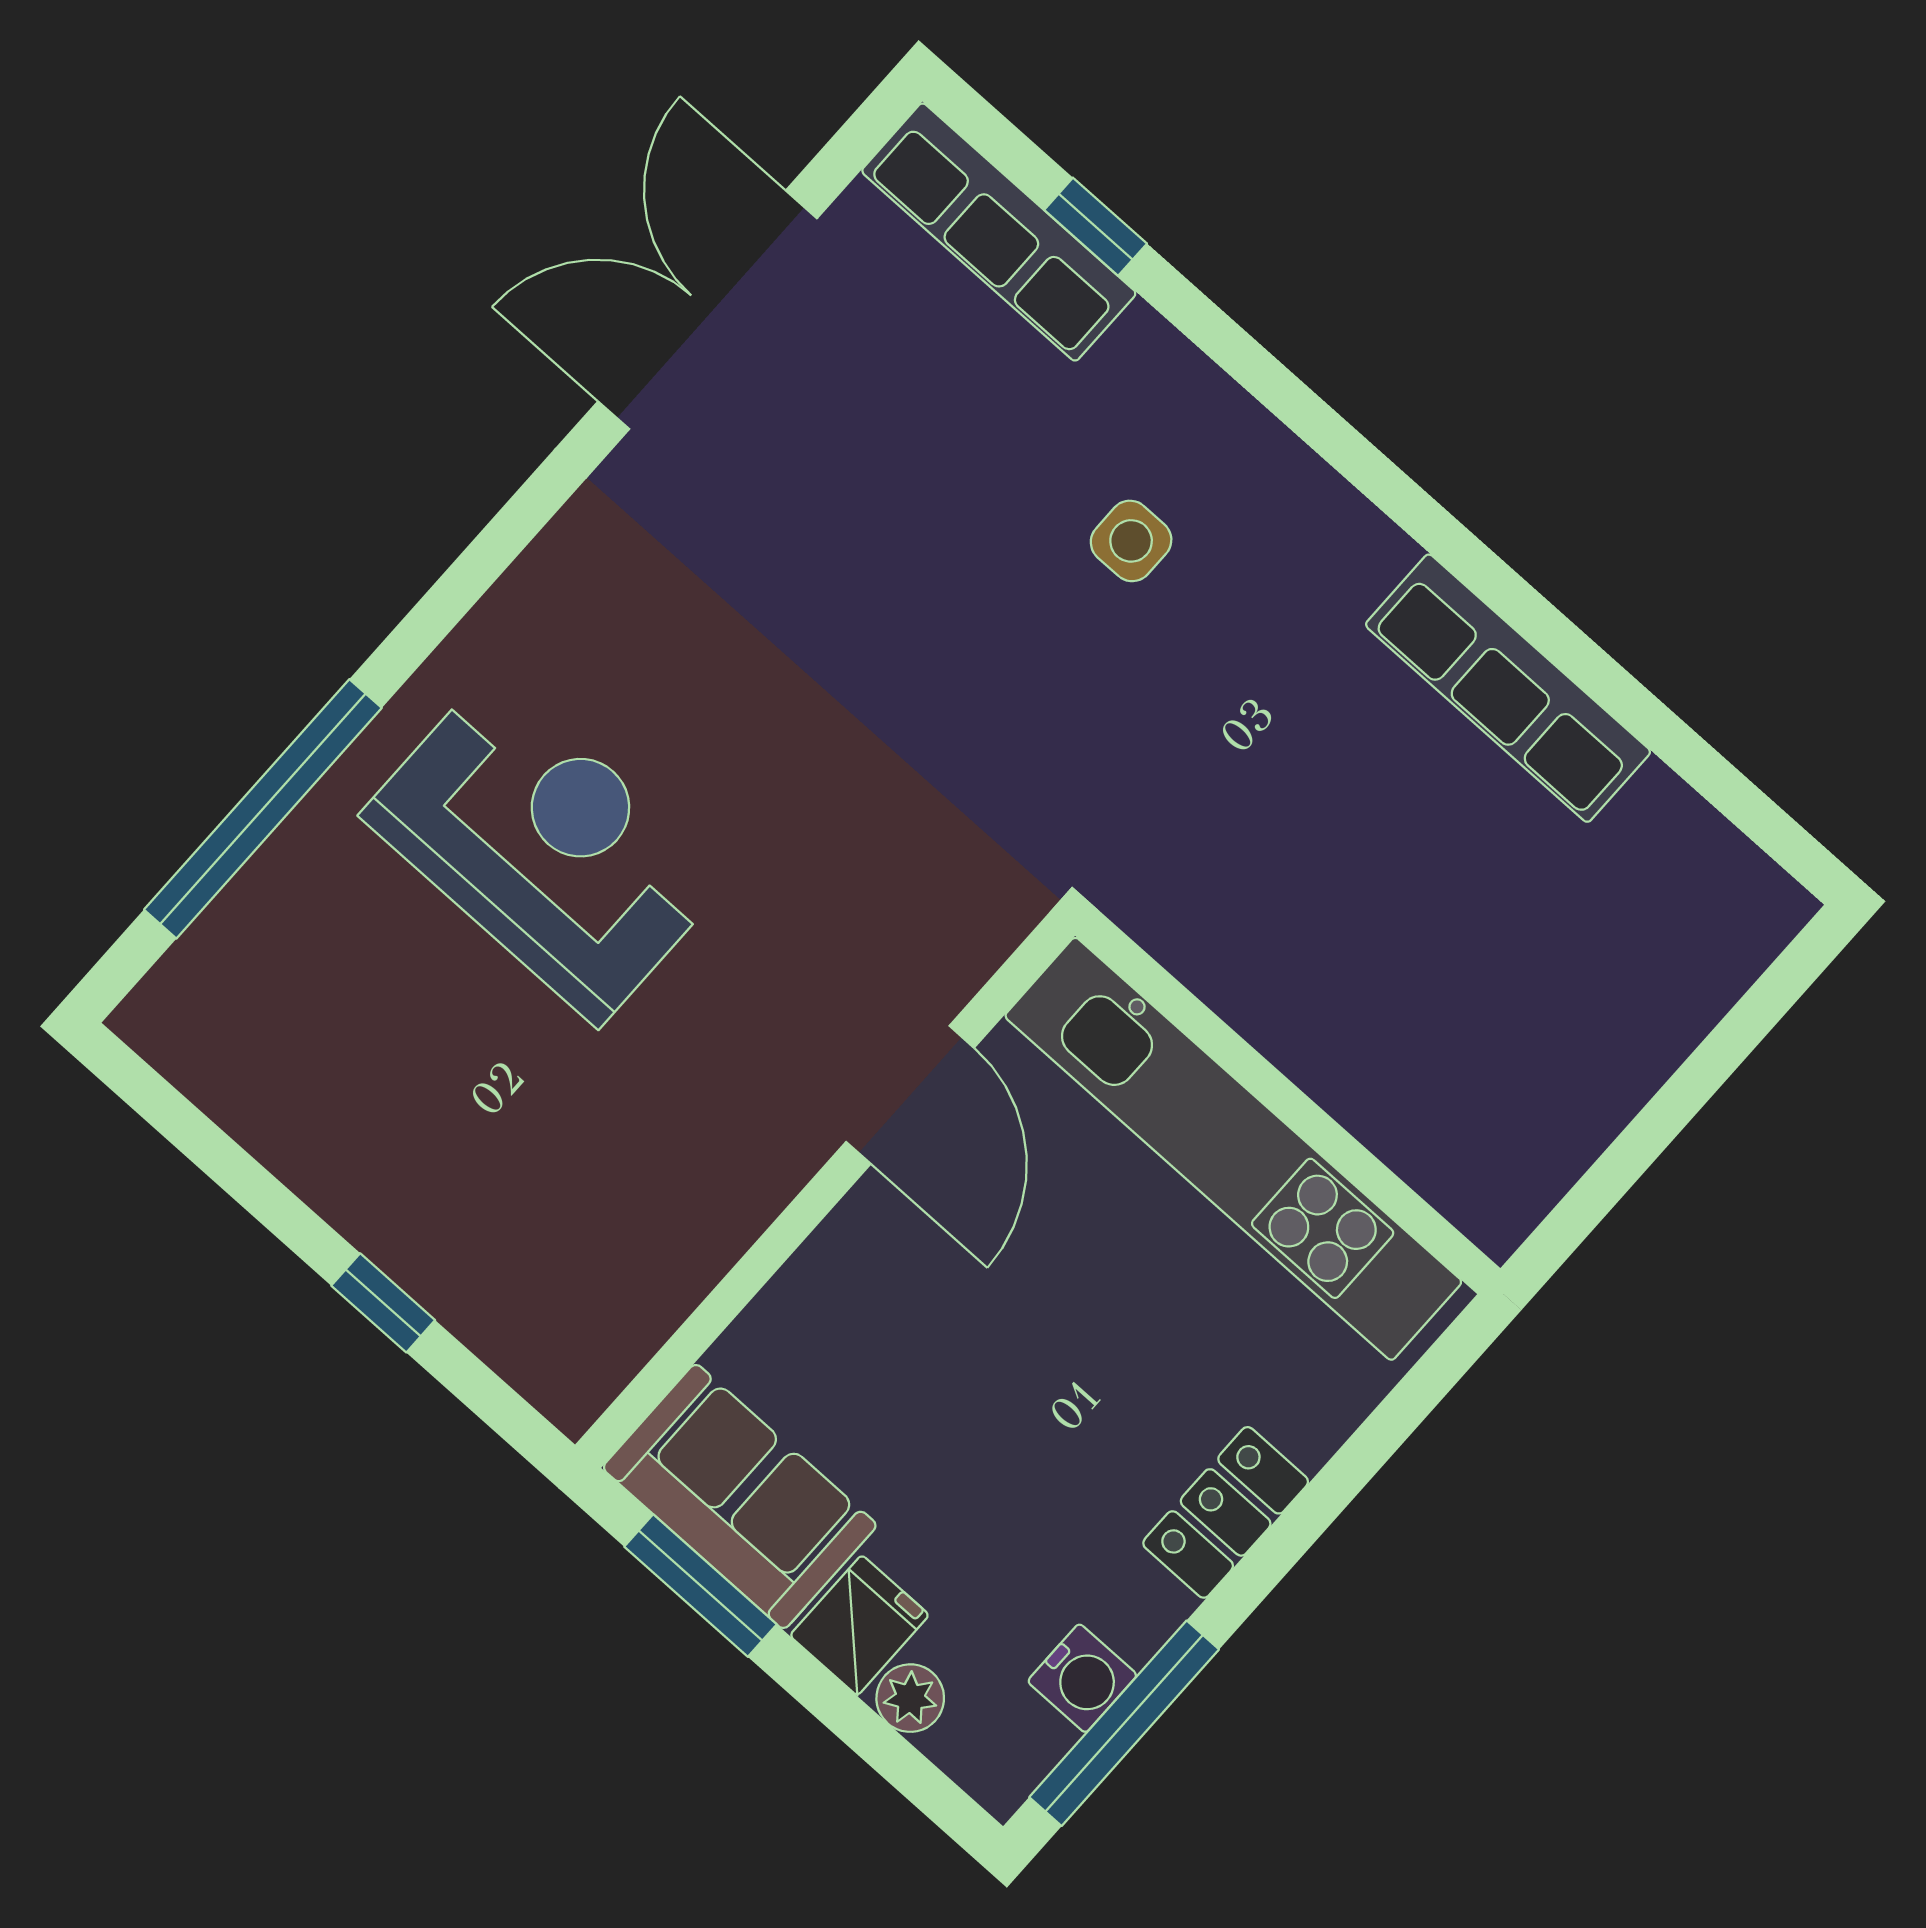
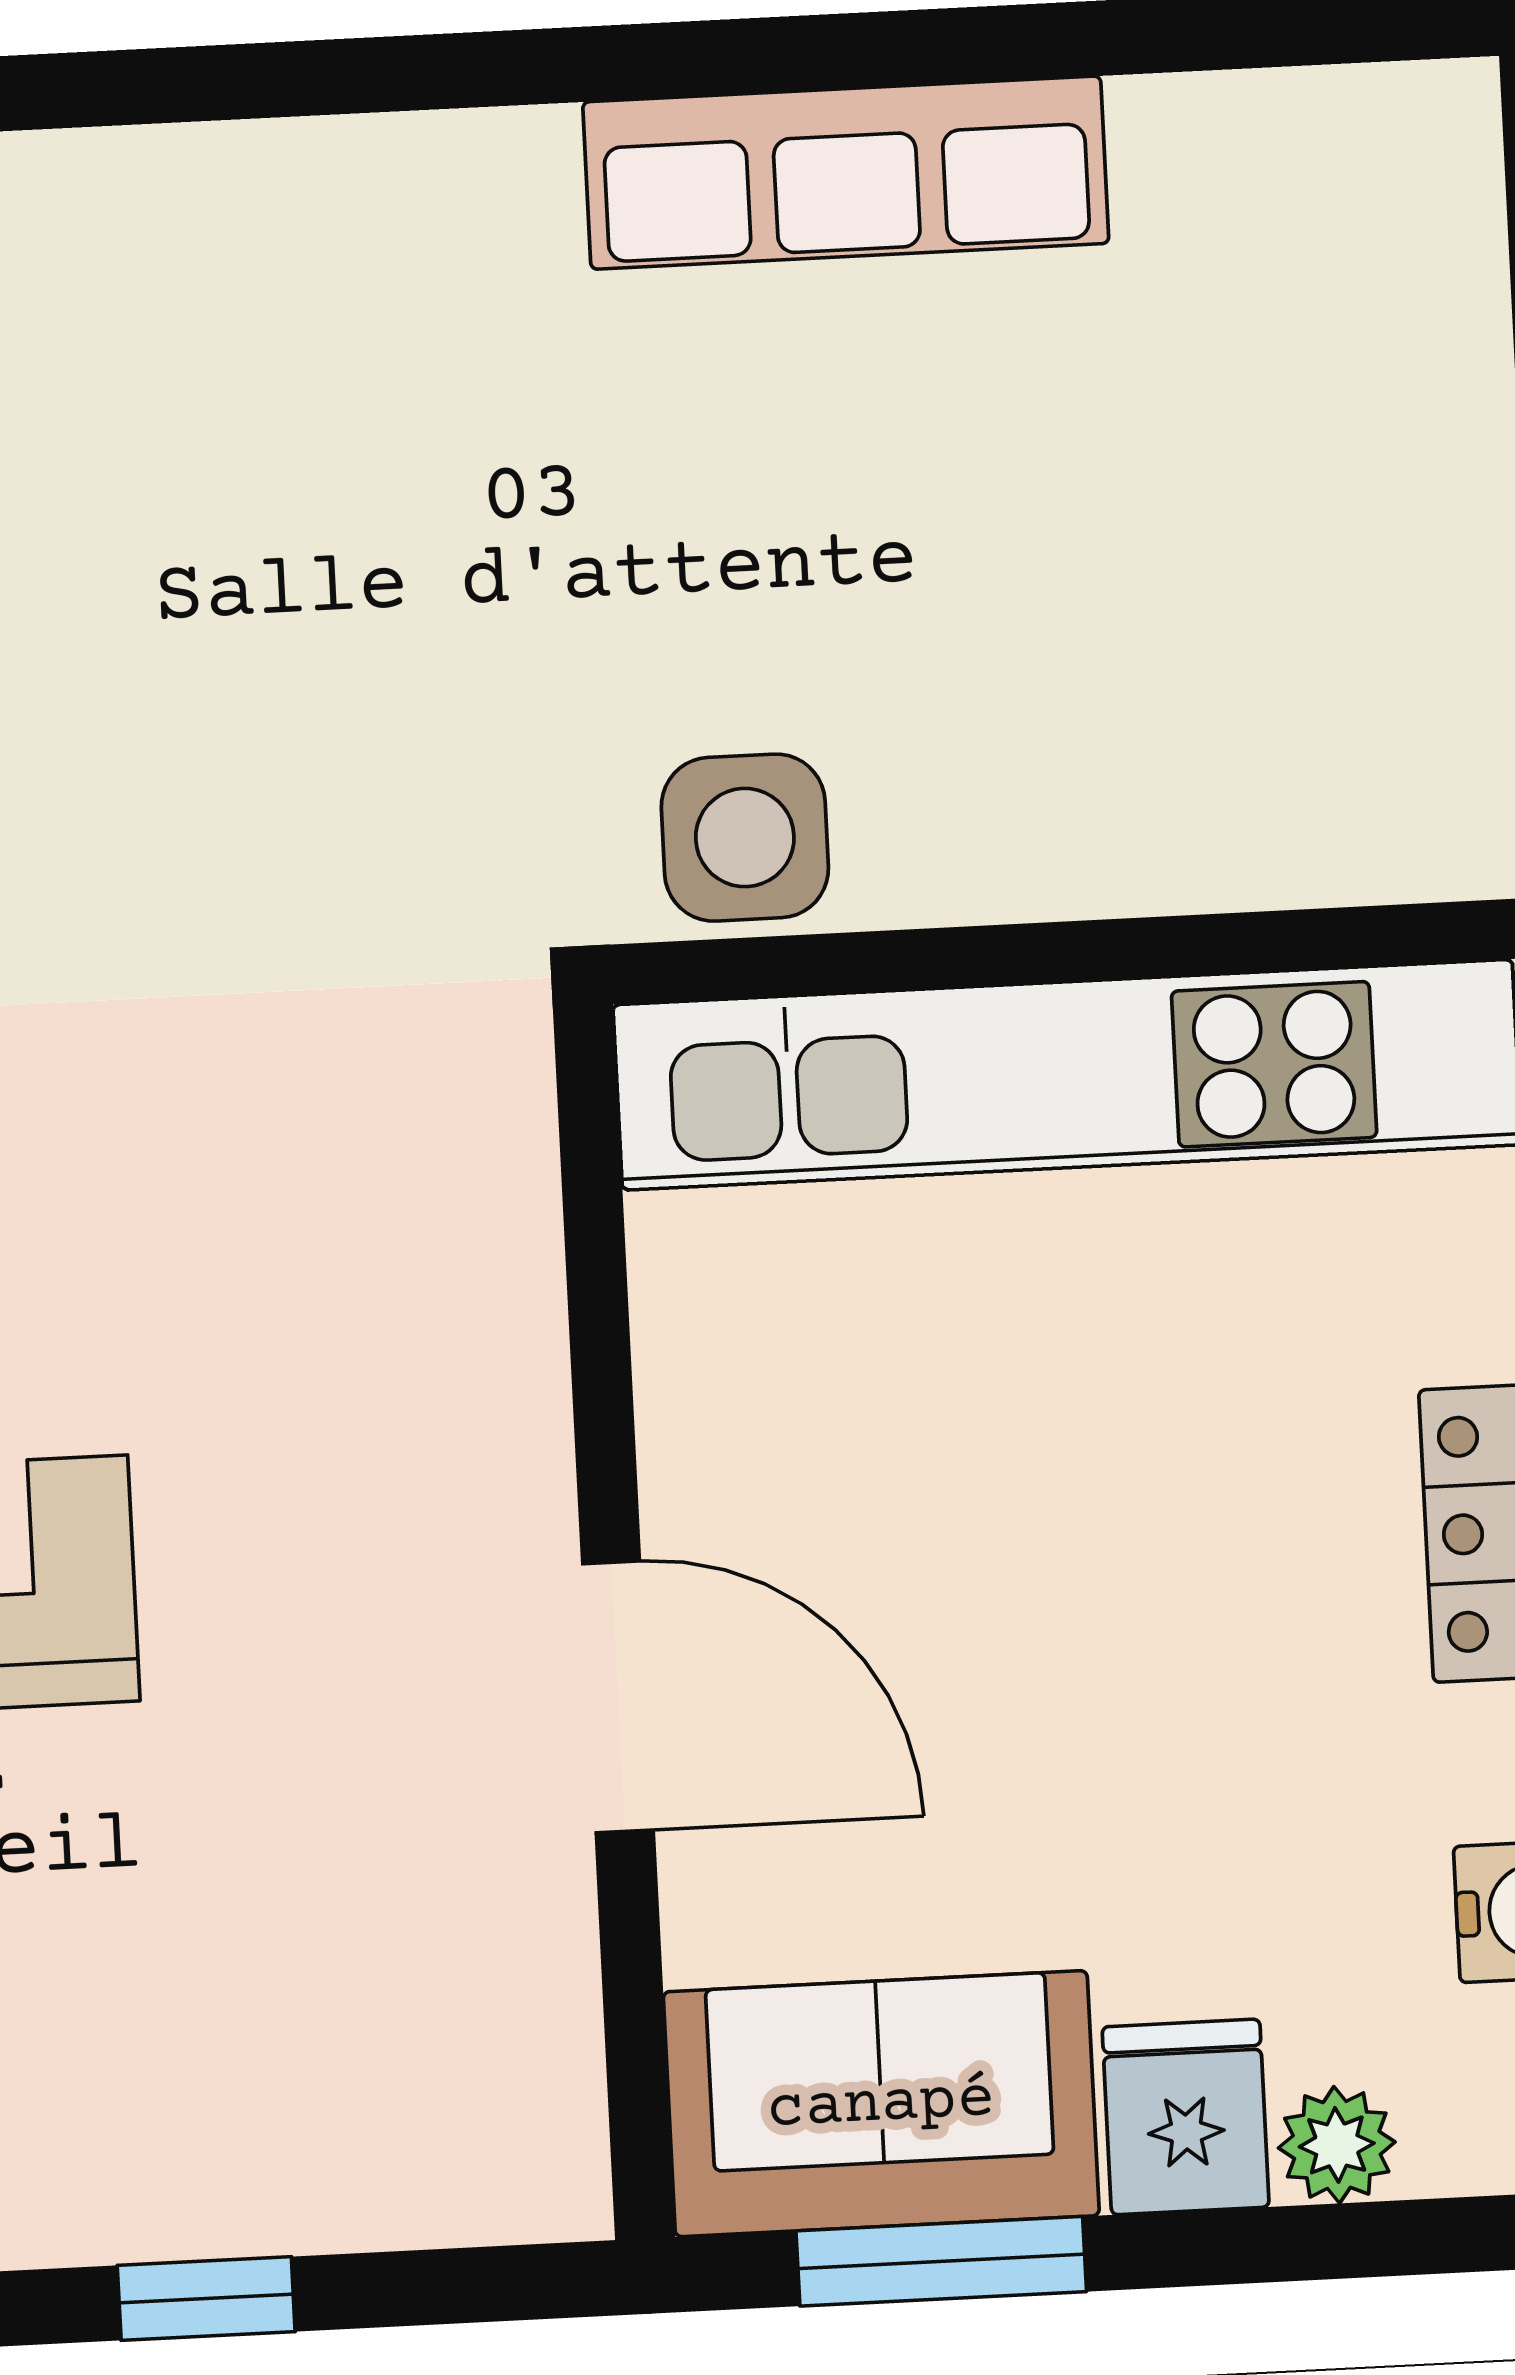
side table: (1131, 541) -> (745, 838), moved, width x1.37, depth x1.37
door: (910, 1095) -> (618, 1697), moved

